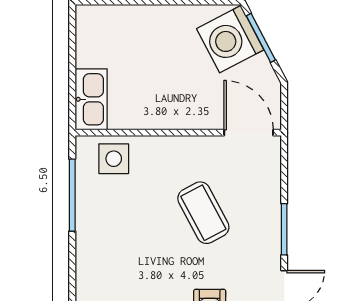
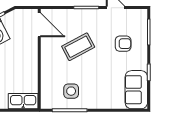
door: (249, 133) -> (39, 25), swing flipped
side table: (114, 159) -> (71, 91), moved

